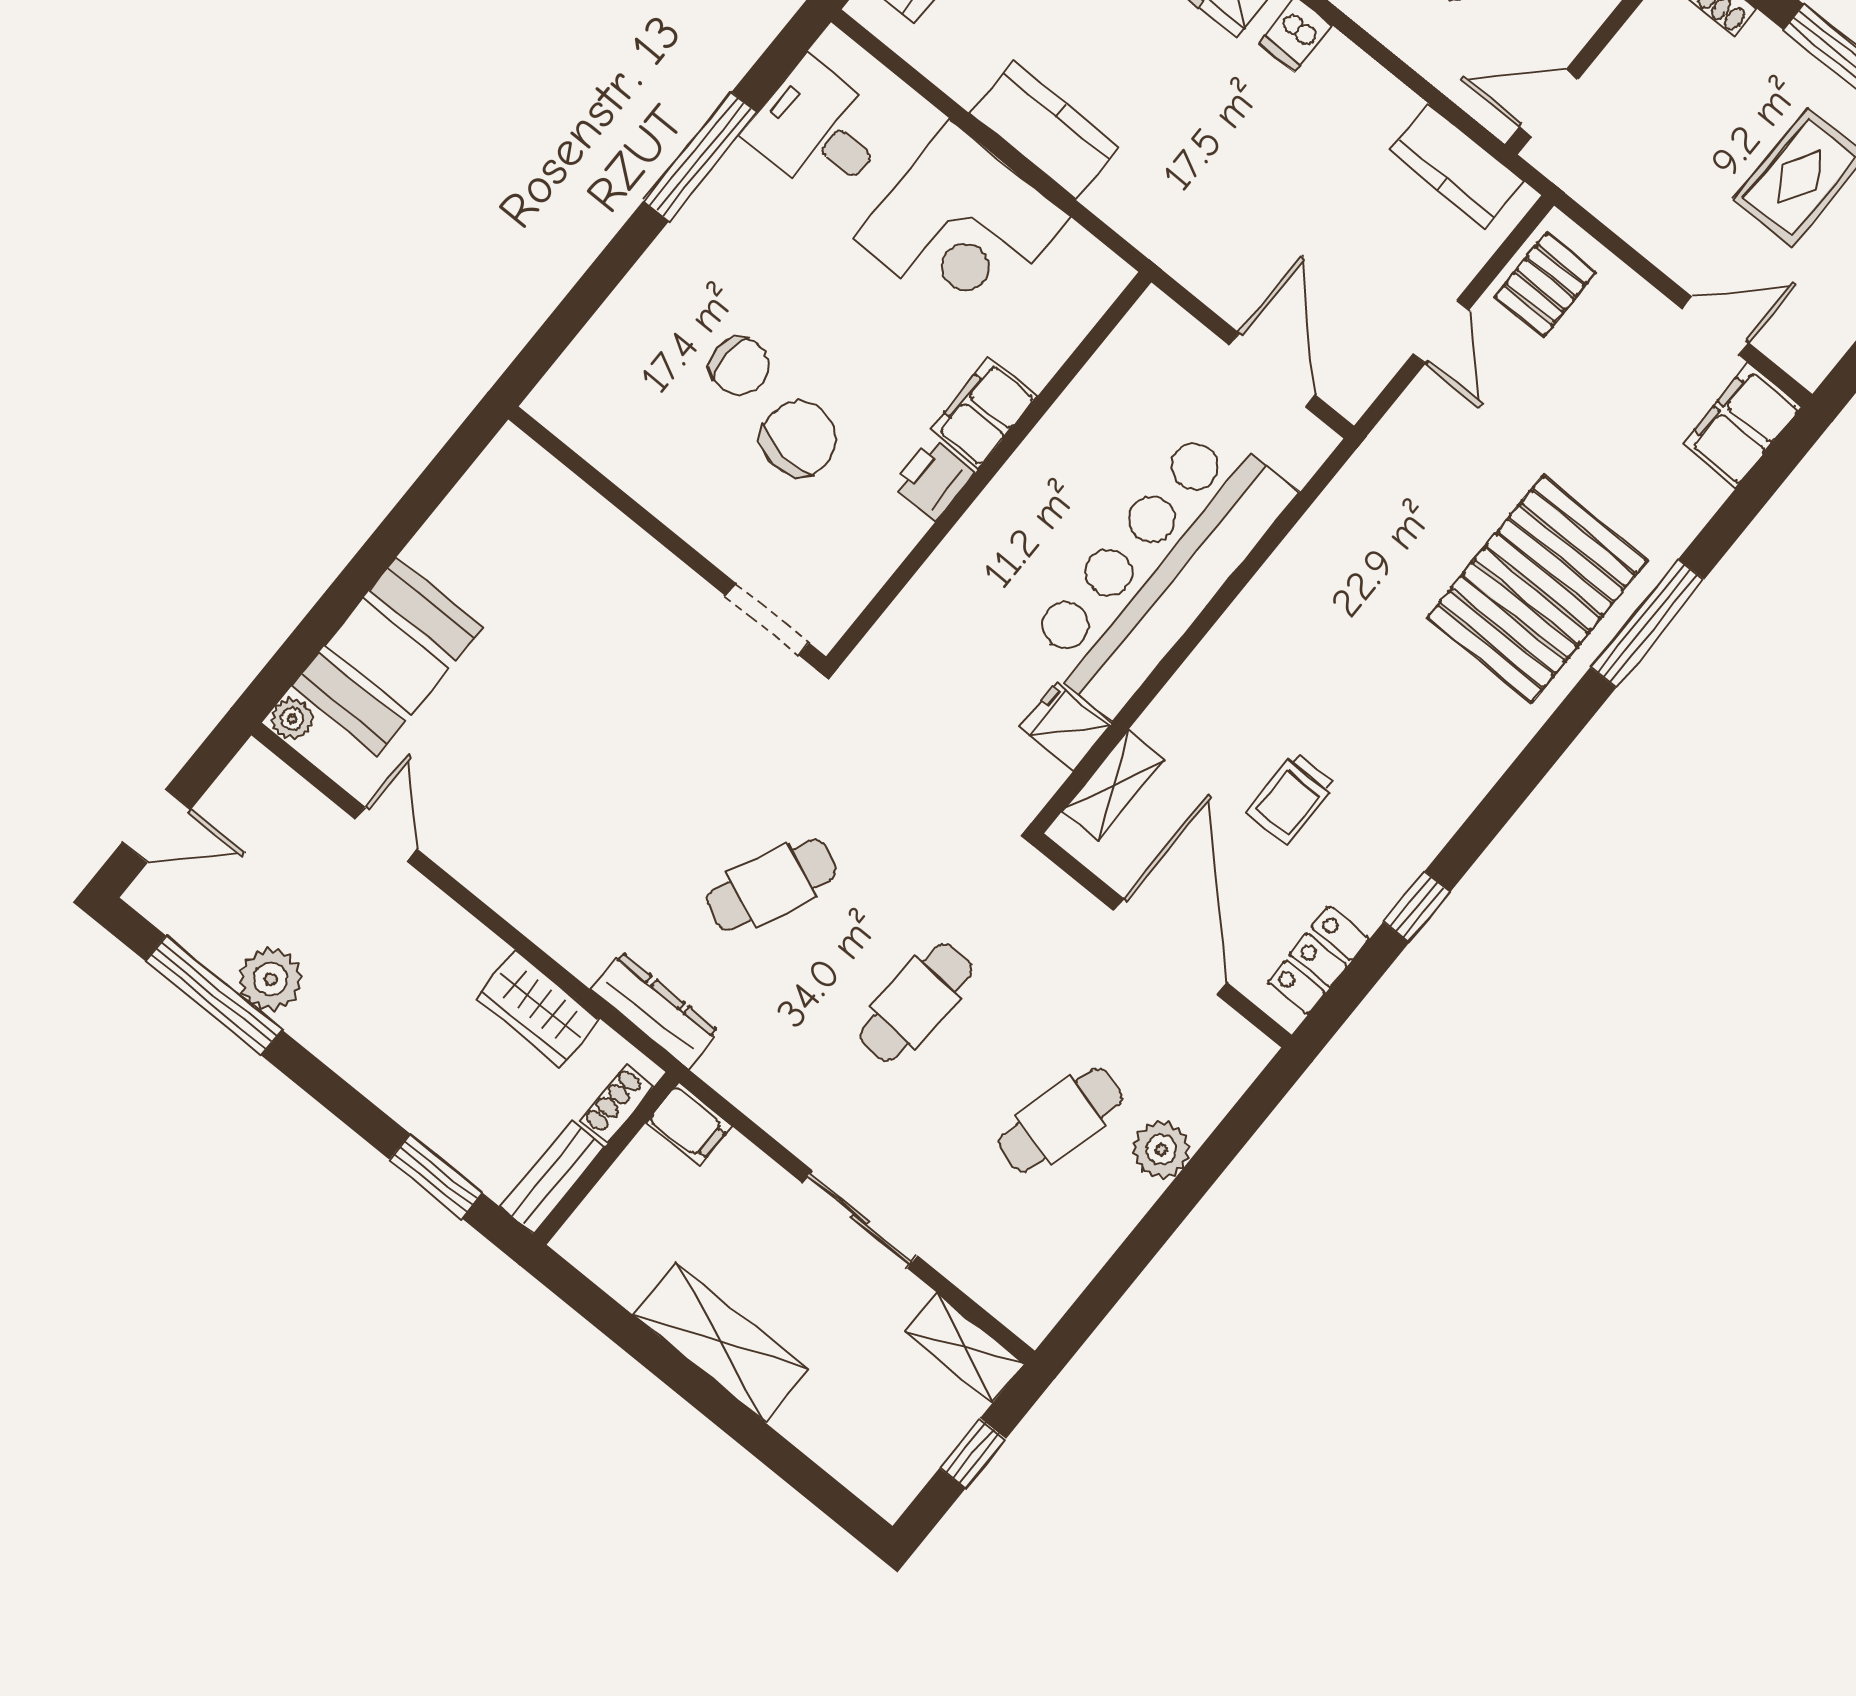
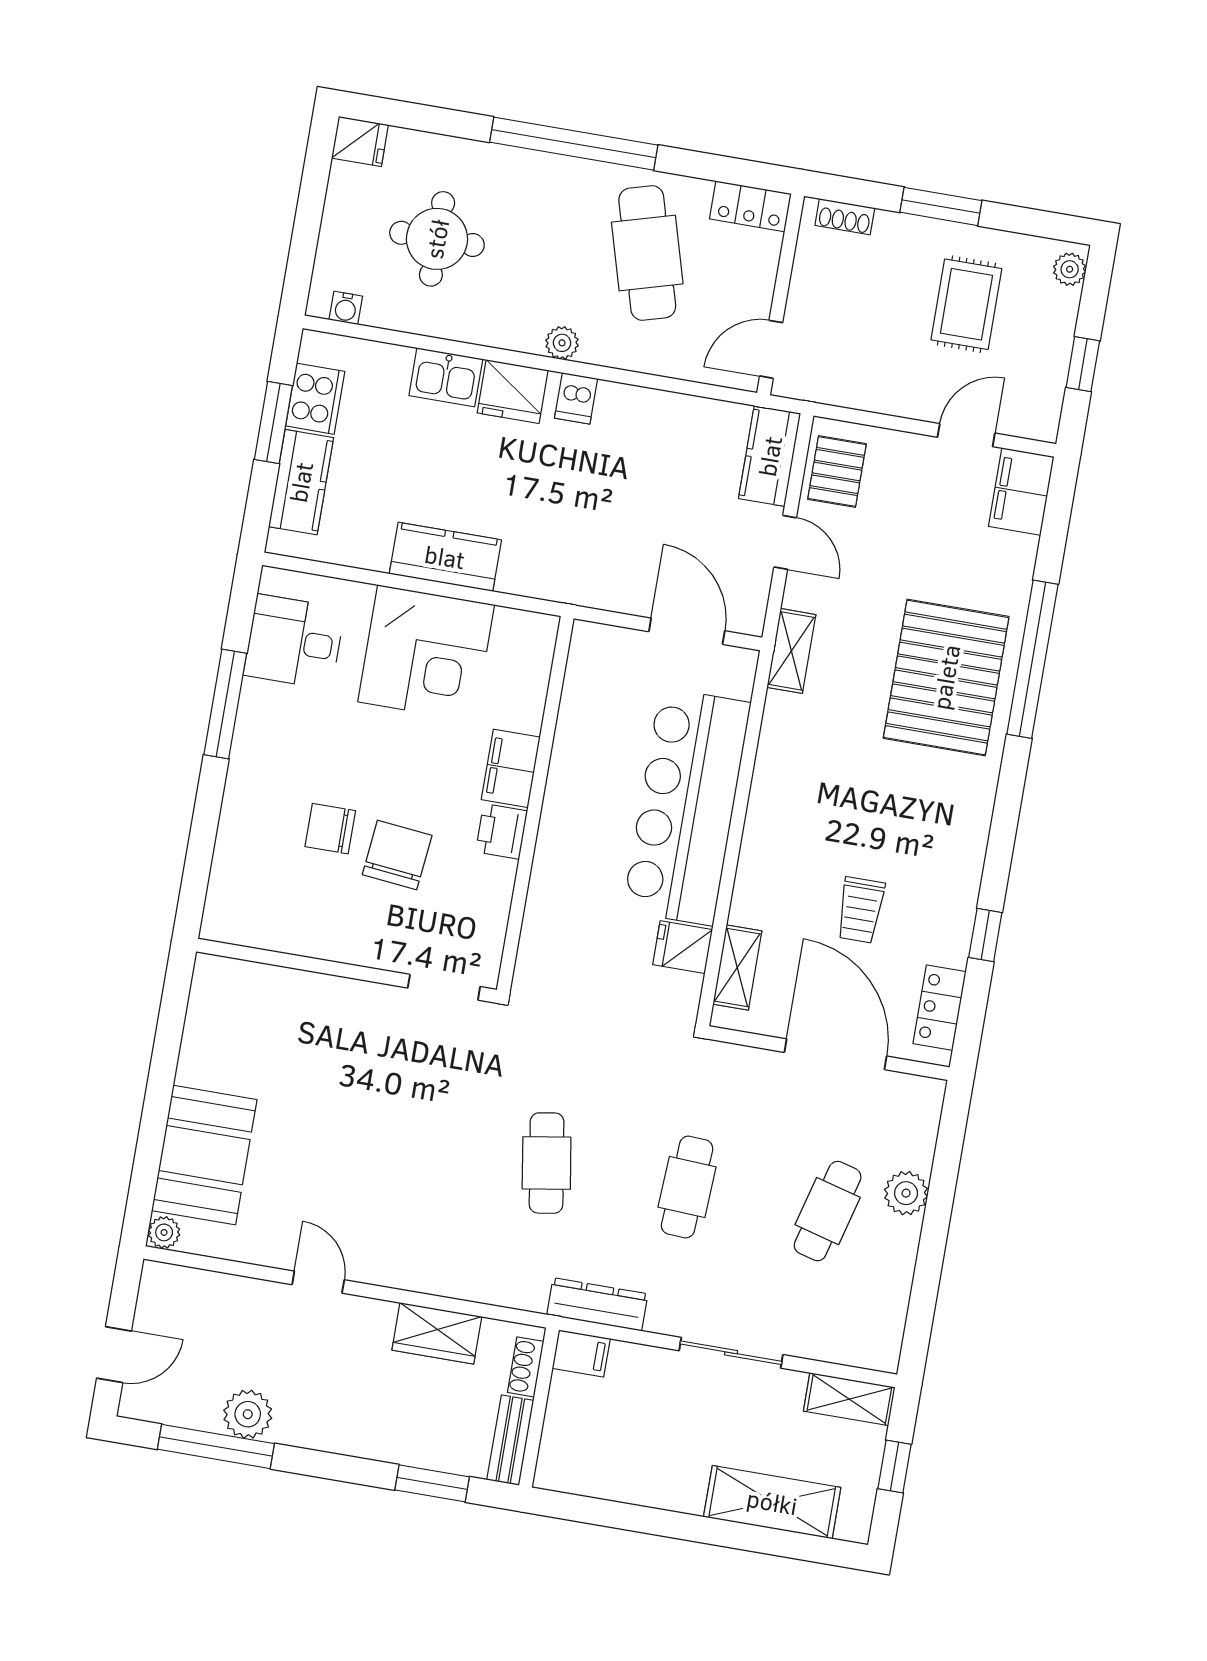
kitchen counter: (1457, 166) -> (770, 456), moved, turned 90
chair: (740, 366) -> (330, 829), turned 180
shelving: (1378, 459) -> (791, 651), added
window: (1647, 623) -> (1032, 659), width x1.46
door: (386, 834) -> (318, 1282), moved
cafe table: (772, 885) -> (547, 1163), turned -33
dresser: (655, 1010) -> (597, 1304), moved
shelving: (720, 1342) -> (772, 1502), moved

